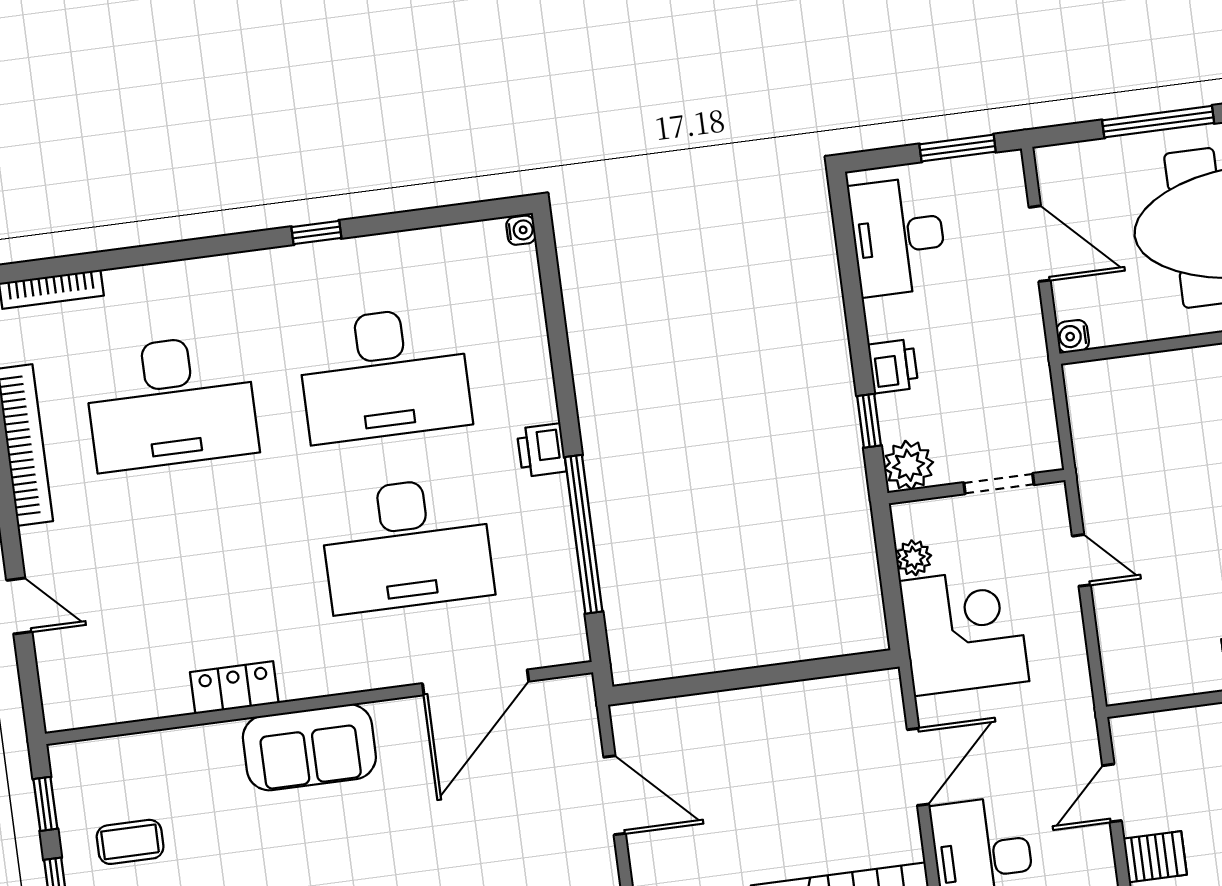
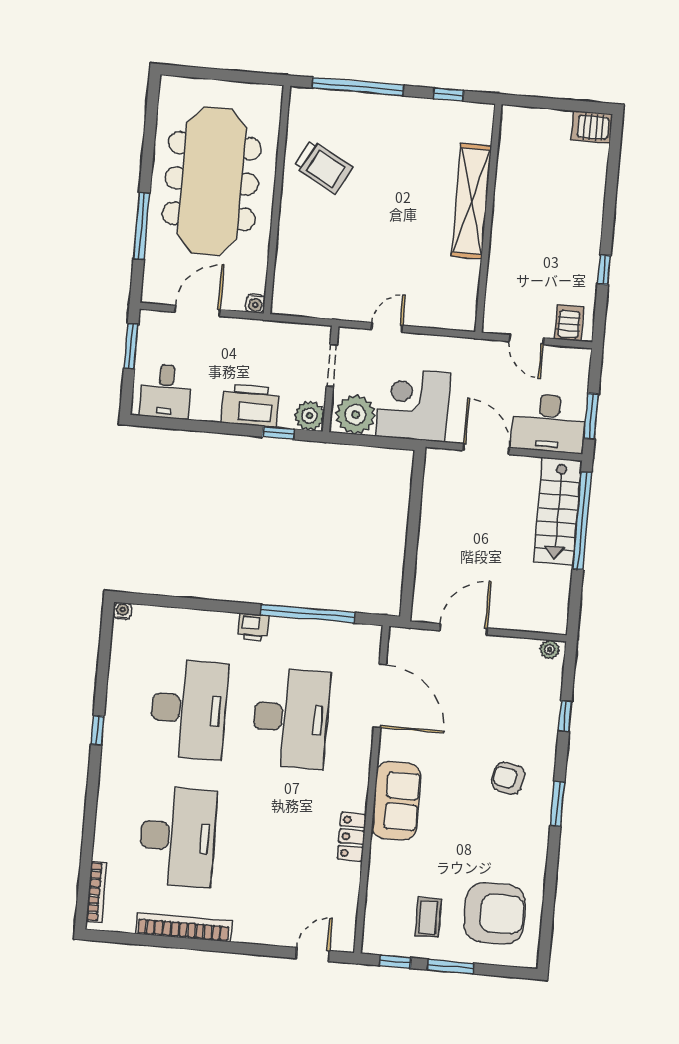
desk: (898, 236) -> (166, 391), width x0.73
printer: (893, 366) -> (250, 405), width x1.87, depth x1.48
plant: (914, 558) -> (355, 415), width x1.87, depth x1.87
door: (19, 606) -> (313, 955), moved

